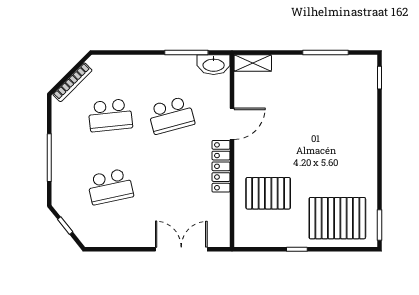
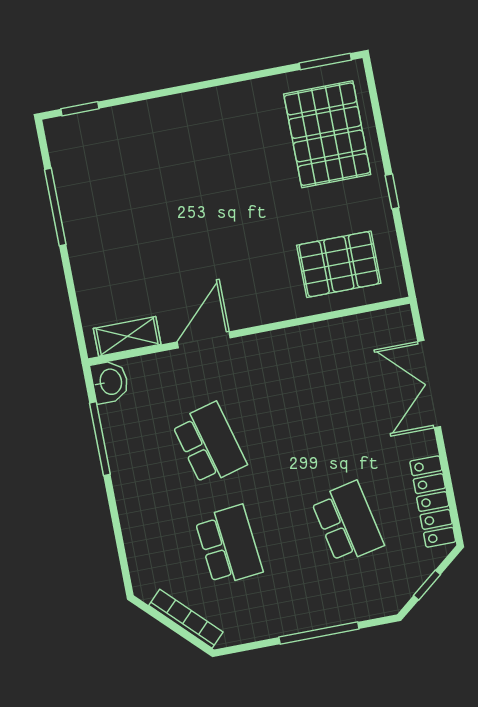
shelving: (253, 63) -> (127, 336), moved, turned 90
washbasin: (214, 65) -> (110, 382), width x0.72
door: (232, 124) -> (204, 340), hinge flipped
locker: (221, 166) -> (433, 502), moved, turned 90
pallet: (268, 193) -> (339, 264), moved, turned 90

